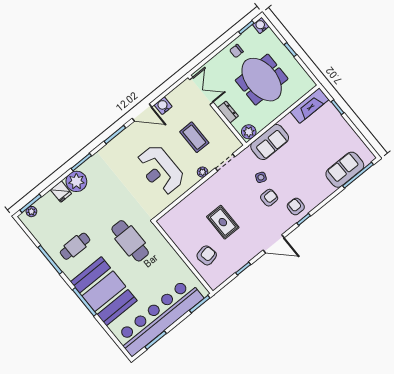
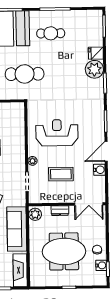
water cooler: (261, 25) -> (101, 265), moved
sofa: (270, 142) -> (17, 229), width x1.36
plant: (31, 212) -> (98, 22), removed
cafe table: (75, 246) -> (51, 33), turned 90

